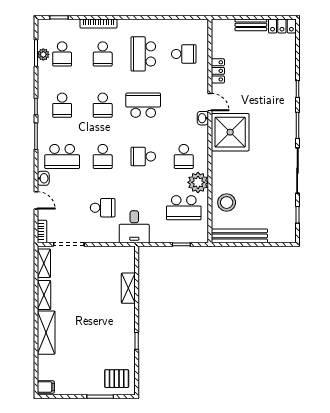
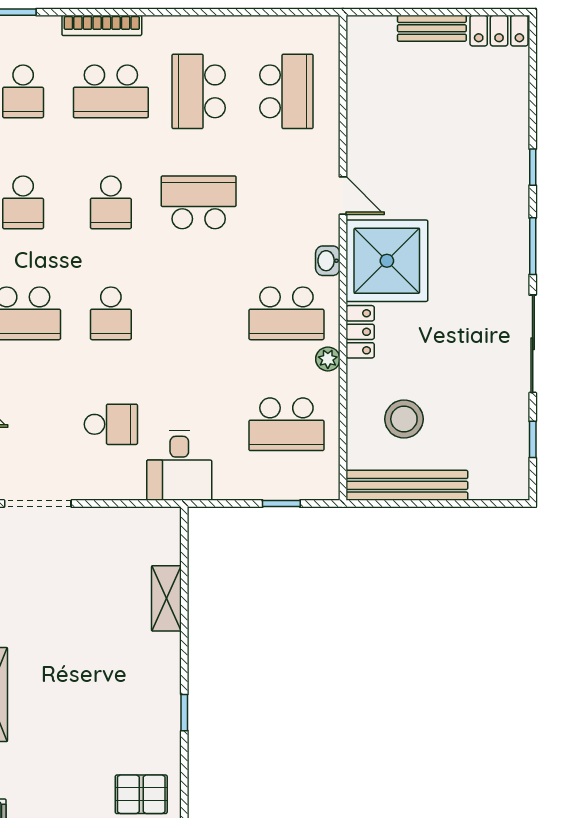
school desk: (103, 54) -> (111, 91), width x1.85
school desk: (184, 54) -> (286, 91), width x1.85
locker: (218, 71) -> (360, 332), moved
washbasin: (203, 118) -> (328, 261), moved
school desk: (143, 156) -> (199, 313), removed
school desk: (184, 156) -> (286, 313), width x1.85
plant: (198, 182) -> (328, 359), width x0.53, depth x0.53
stool: (227, 203) -> (404, 419), moved

